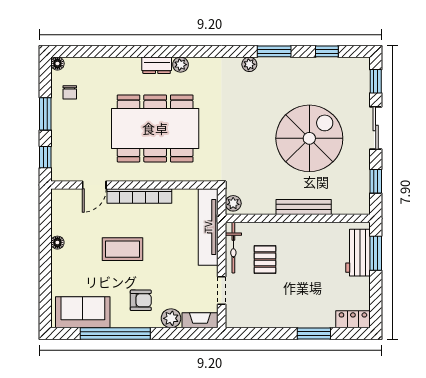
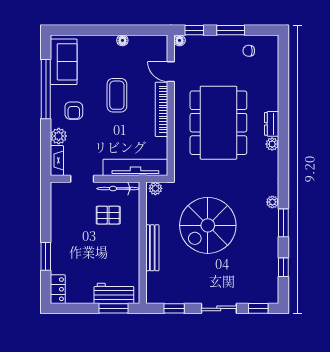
floor lamp: (57, 64) -> (180, 40), moved
spiral stairs: (309, 138) -> (208, 225), moved, turned 90

